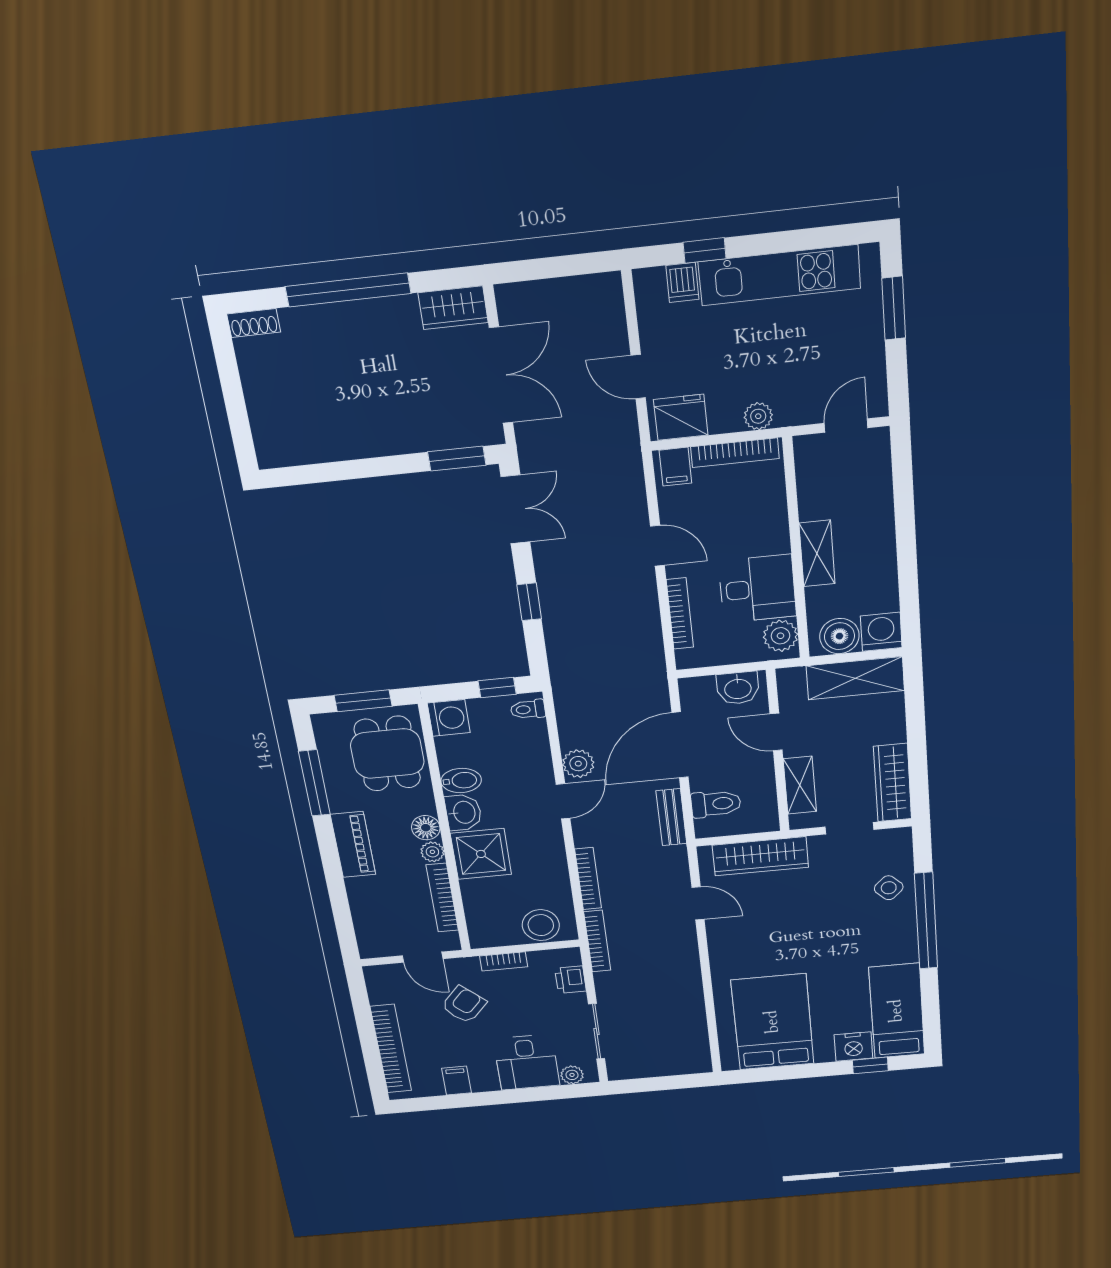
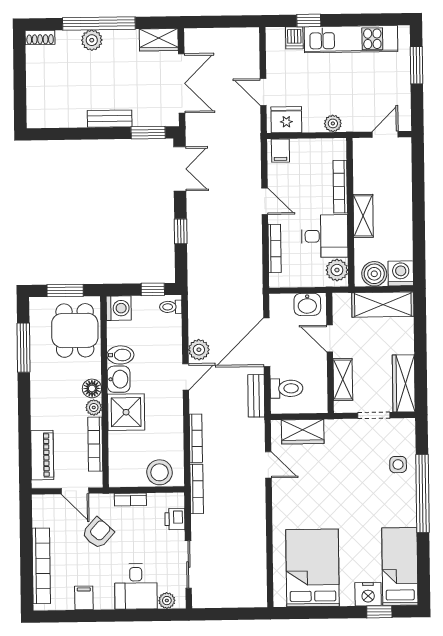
plant: (341, 319) -> (92, 40), added
bench: (391, 442) -> (110, 119), added
bookcase: (735, 453) -> (340, 187), moved, turned 90
piano: (353, 844) -> (42, 455), moved
wardrobe: (760, 856) -> (303, 432), width x0.67
side table: (889, 888) -> (398, 465), turned 45

